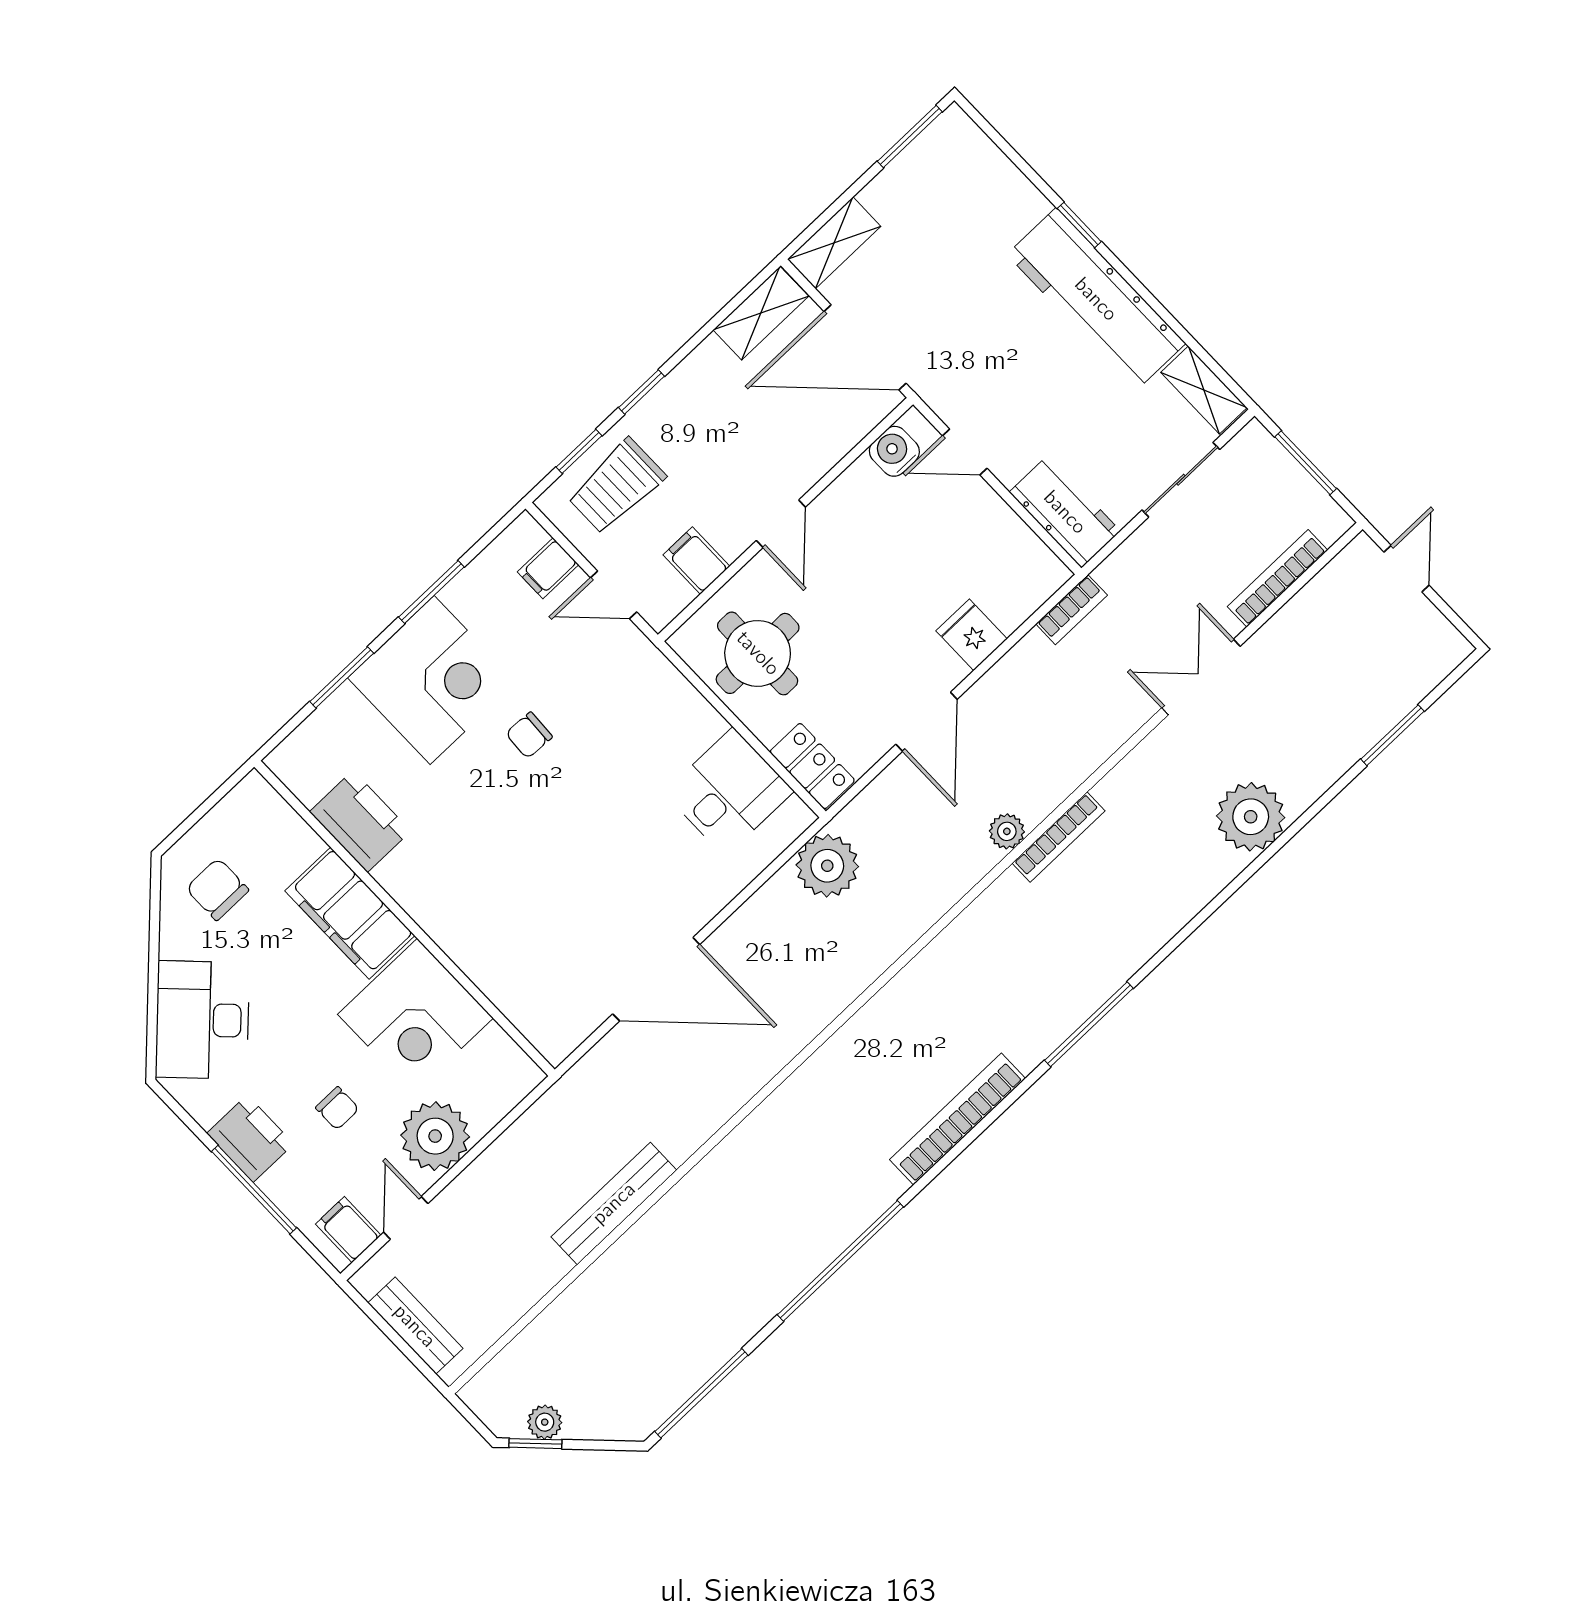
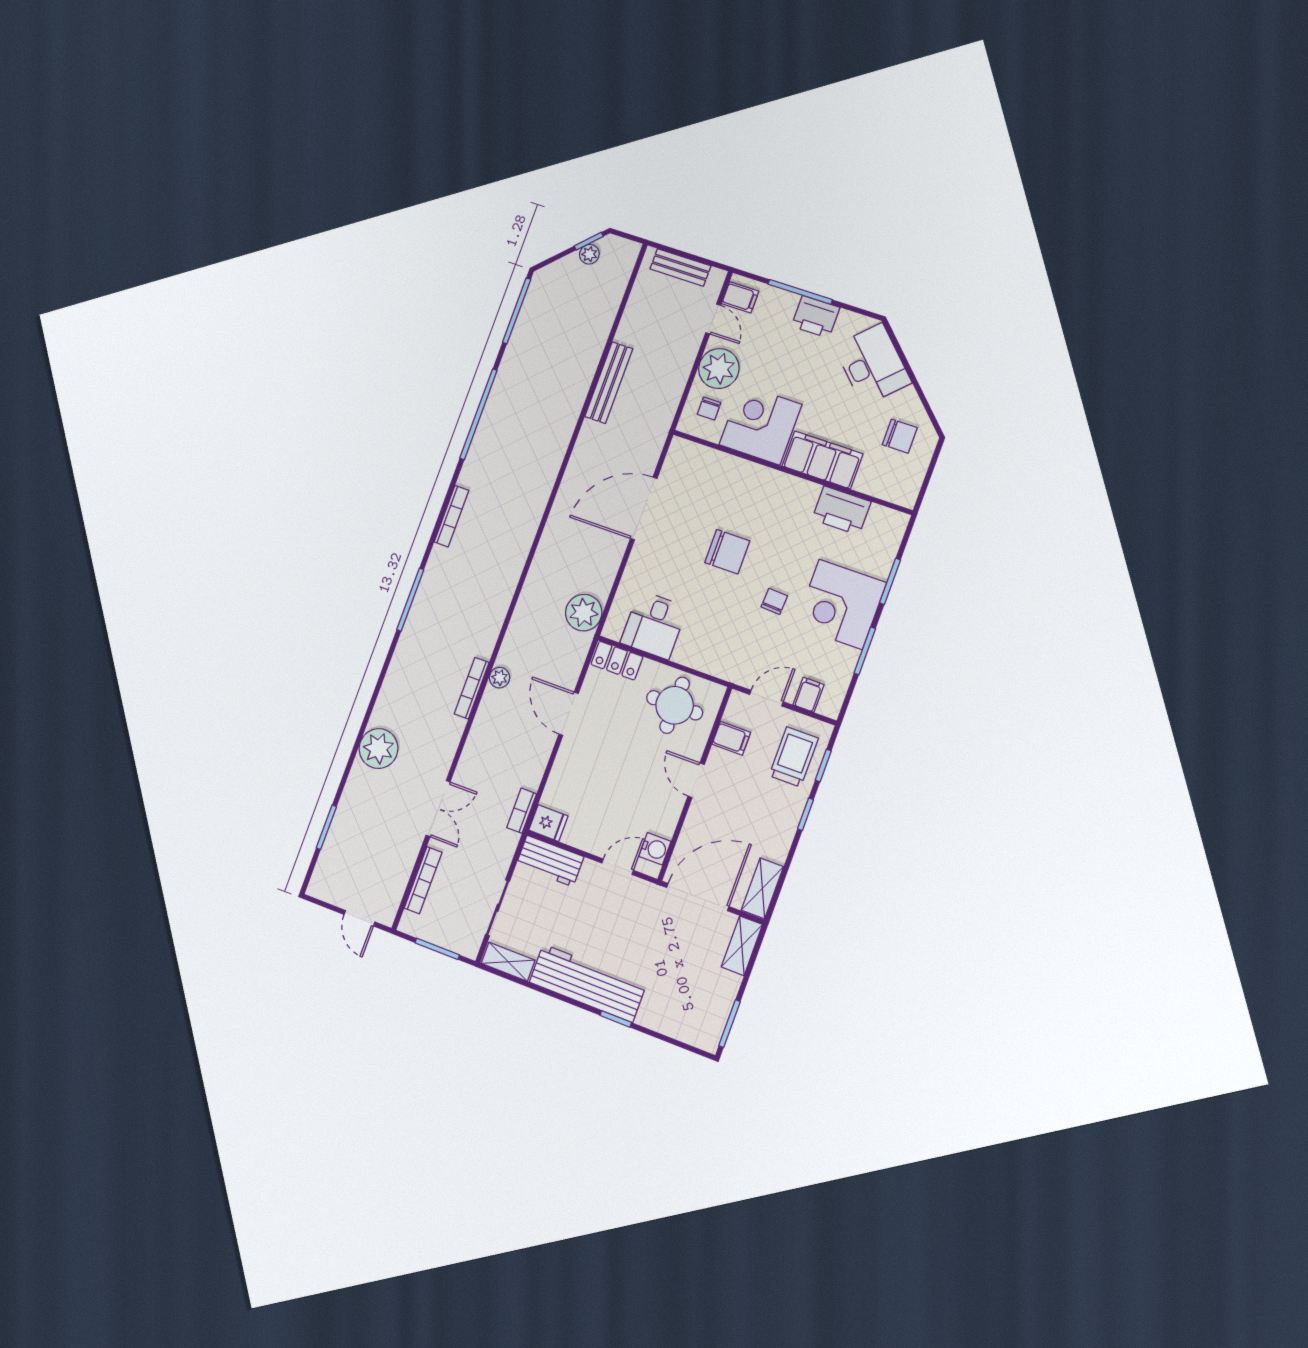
fridge: (972, 635) -> (548, 823), moved
chair: (562, 847) -> (727, 552), added
chair: (337, 1108) -> (709, 409), moved, turned -90
bookcase: (958, 1119) -> (452, 516), width x0.68, depth x0.76

